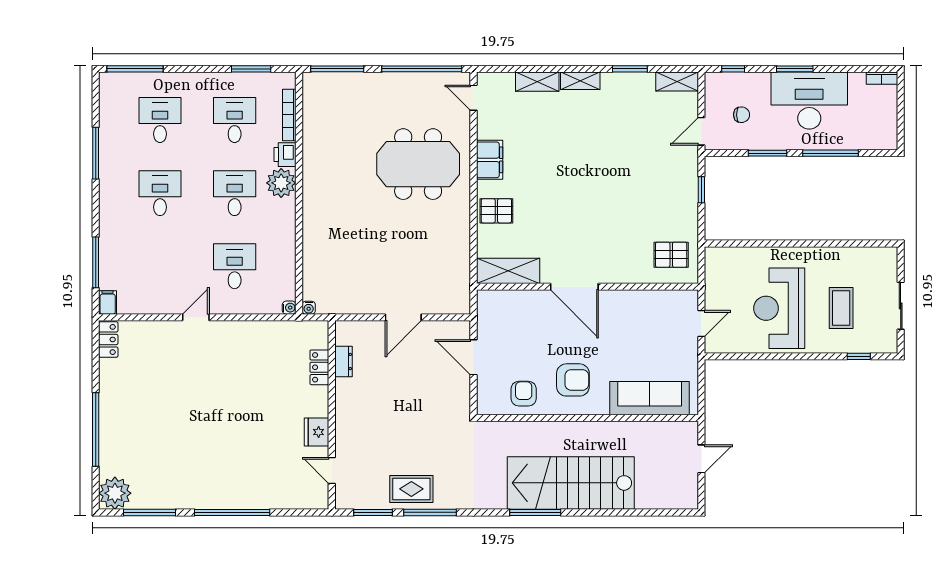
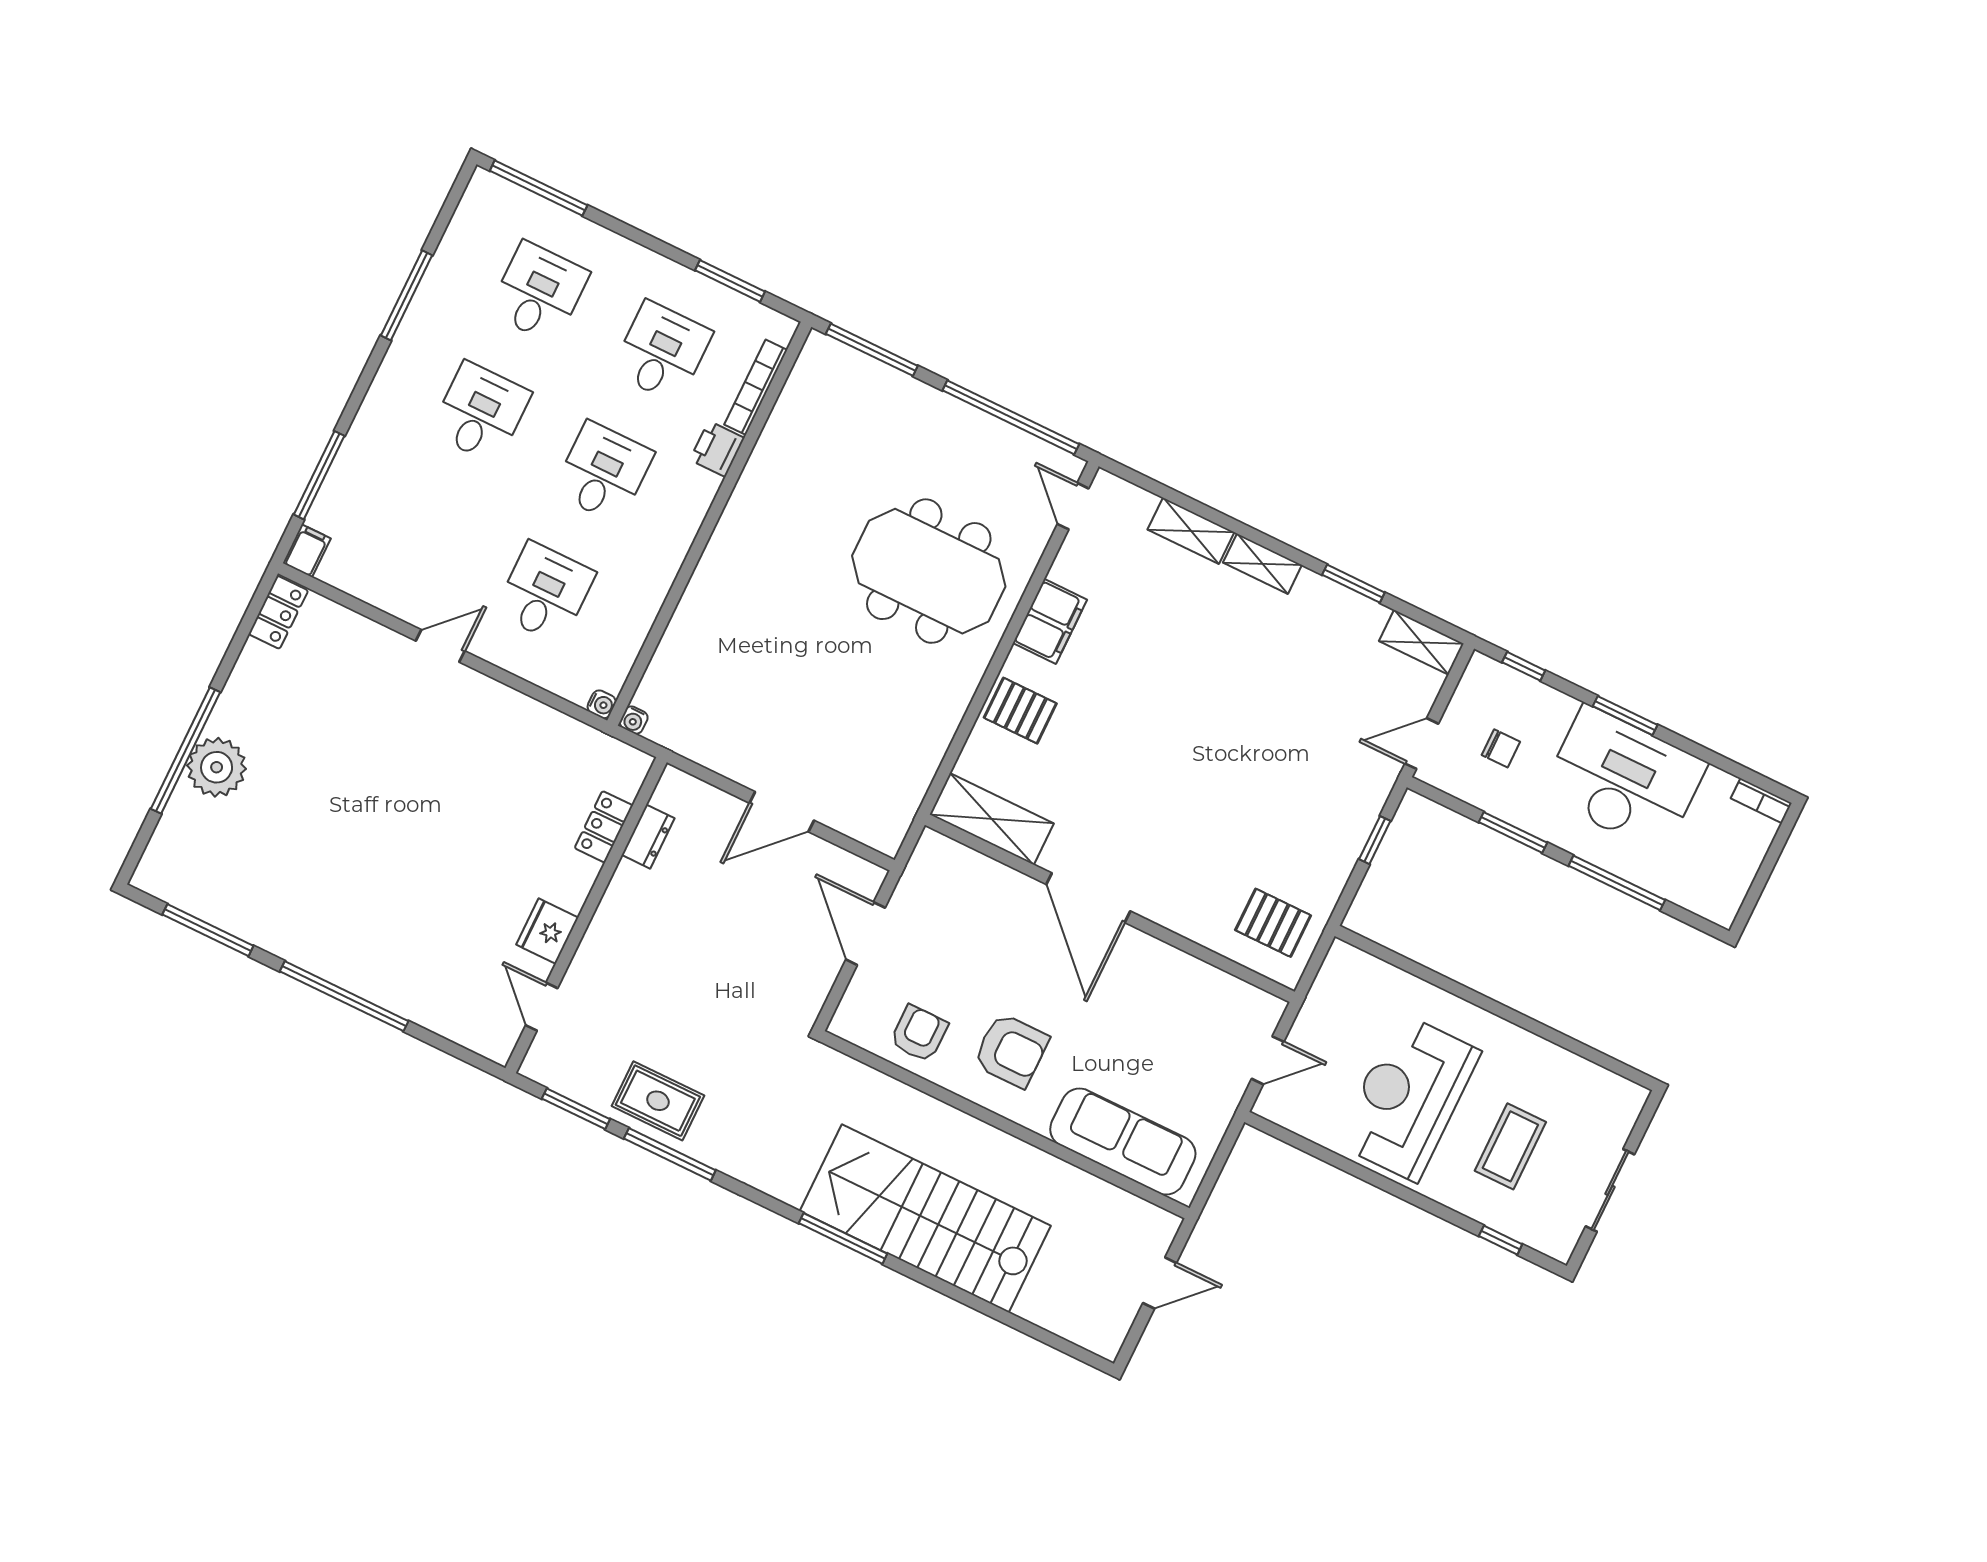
plant: (281, 183) -> (688, 493), removed
plant: (115, 493) -> (217, 767), moved

